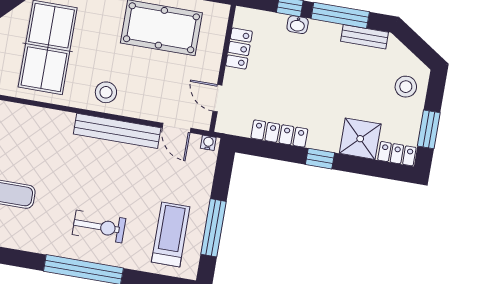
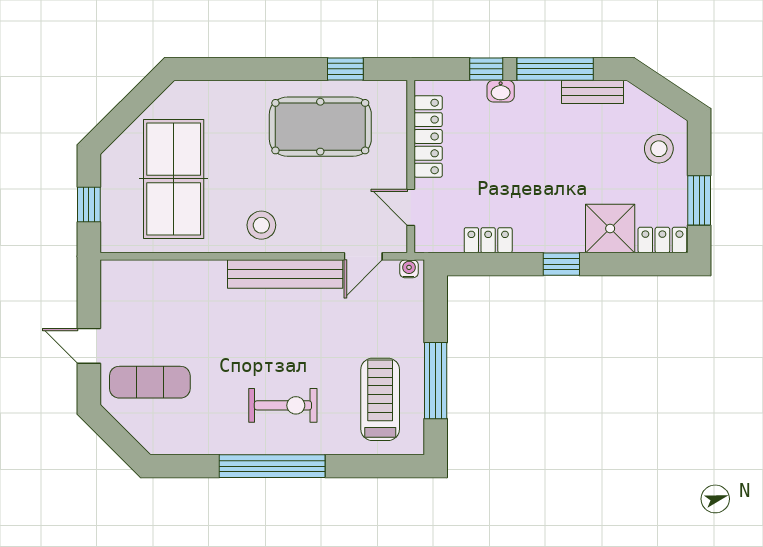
locker: (239, 49) -> (428, 136), width x1.53
door: (176, 128) -> (363, 256), hinge flipped
locker: (279, 134) -> (488, 240), width x0.66

